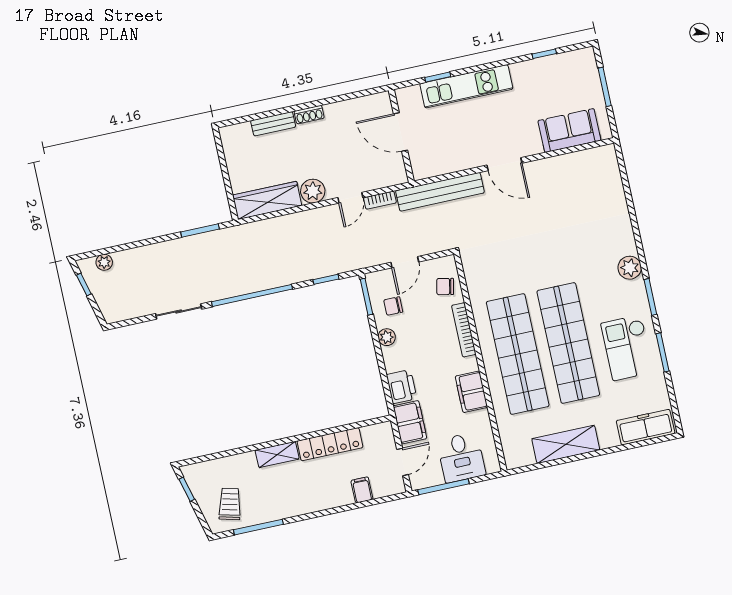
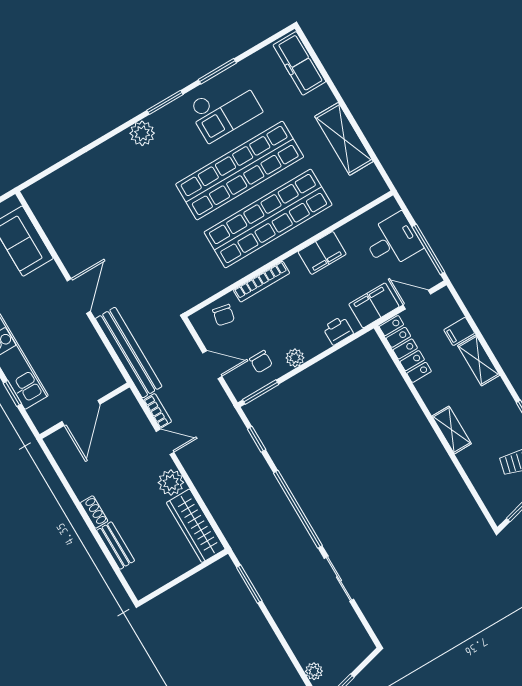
printer: (402, 387) -> (338, 330), width x0.73, depth x0.81
locker: (330, 444) -> (405, 349), moved
shelving: (331, 499) -> (479, 360), added

